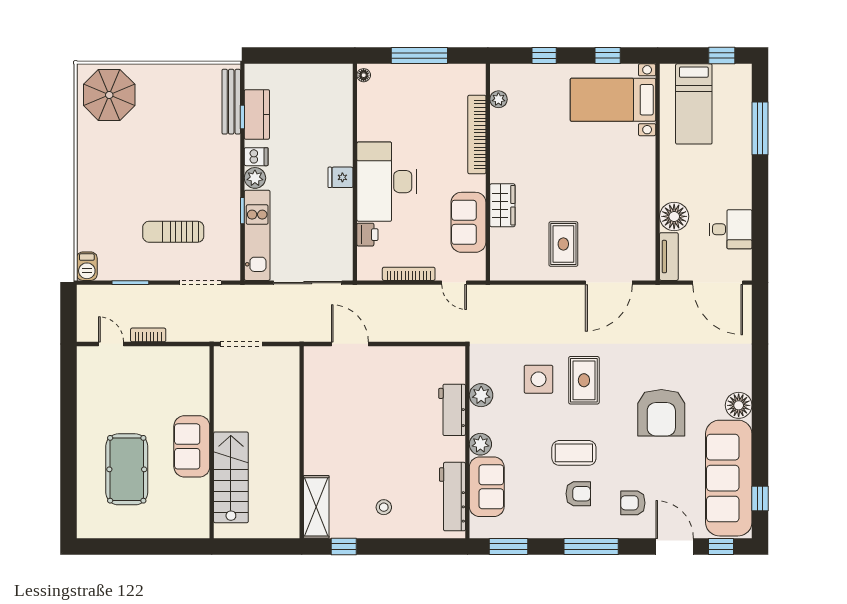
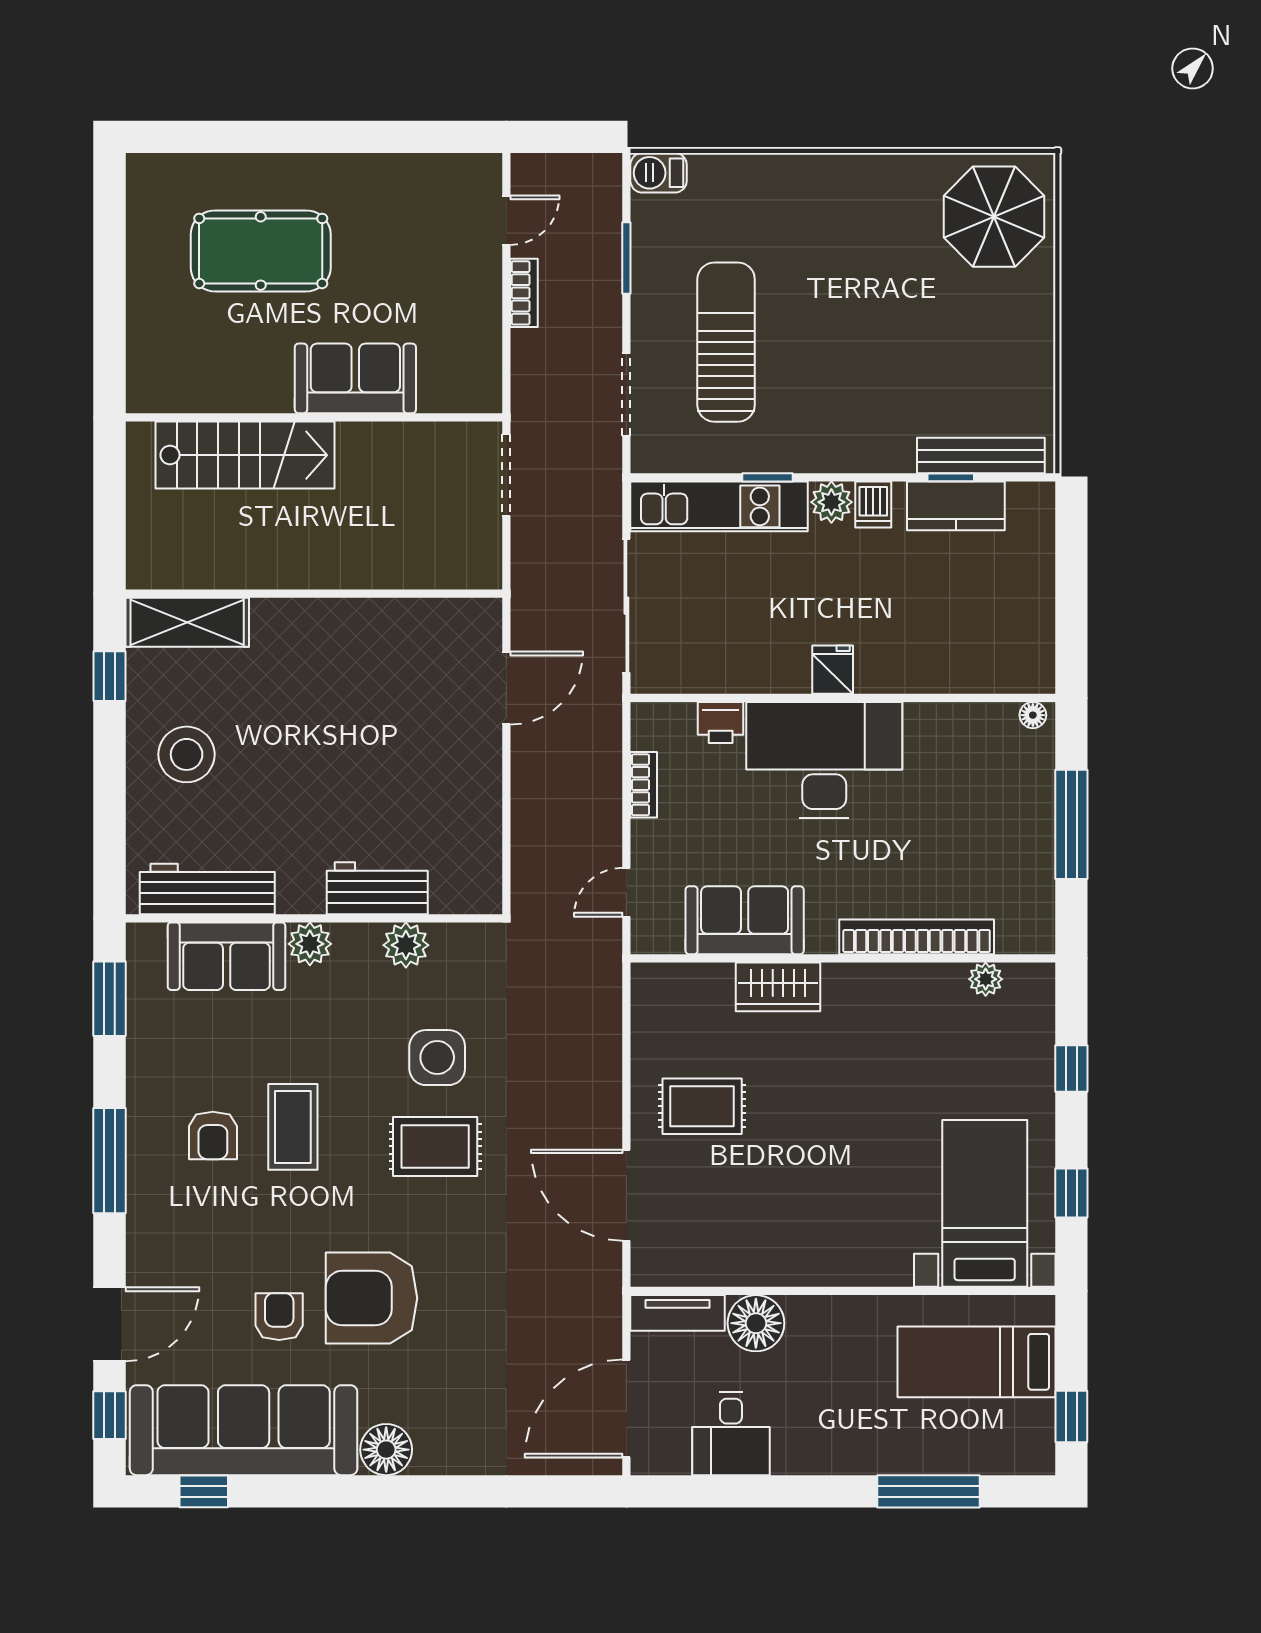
sun lounger: (173, 232) -> (726, 342), width x1.36, depth x1.34
bookcase: (409, 274) -> (644, 785), width x0.64
sofa: (192, 446) -> (355, 378), moved
armchair: (633, 503) -> (279, 1317), moved
stool: (384, 507) -> (187, 754), width x1.89, depth x1.89

